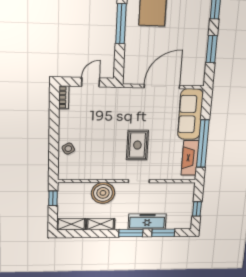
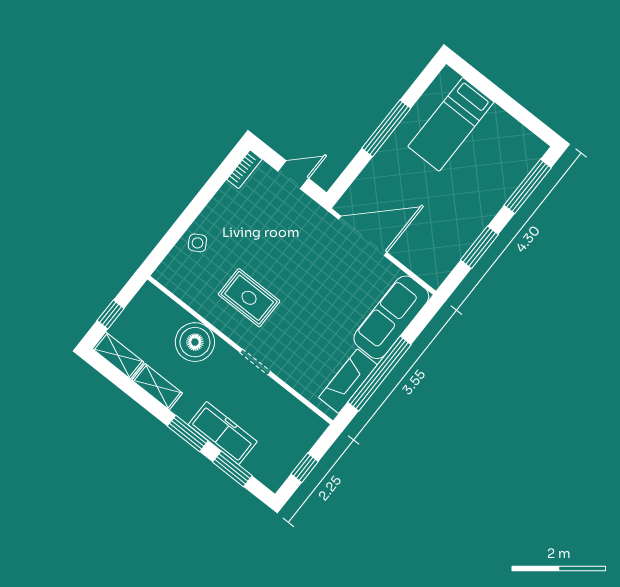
door: (162, 87) -> (363, 236), moved
rug: (137, 145) -> (249, 298), moved, turned 90
window: (53, 198) -> (111, 315), moved

